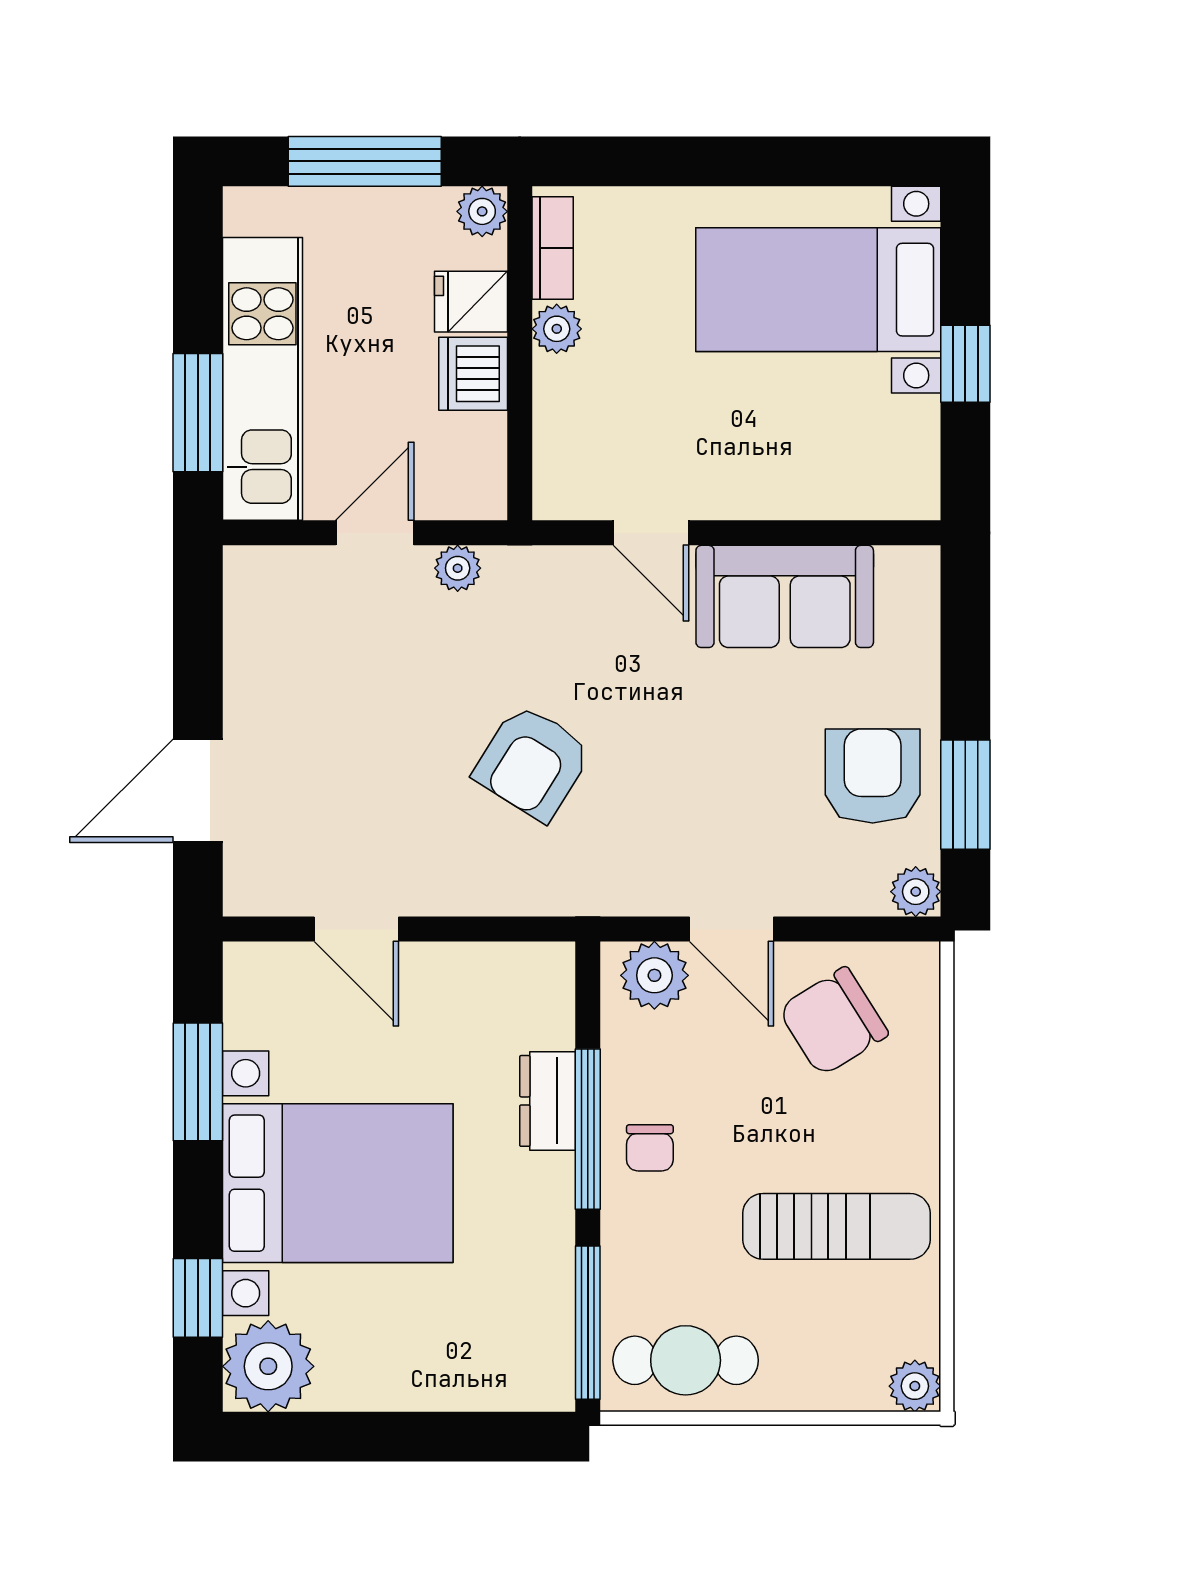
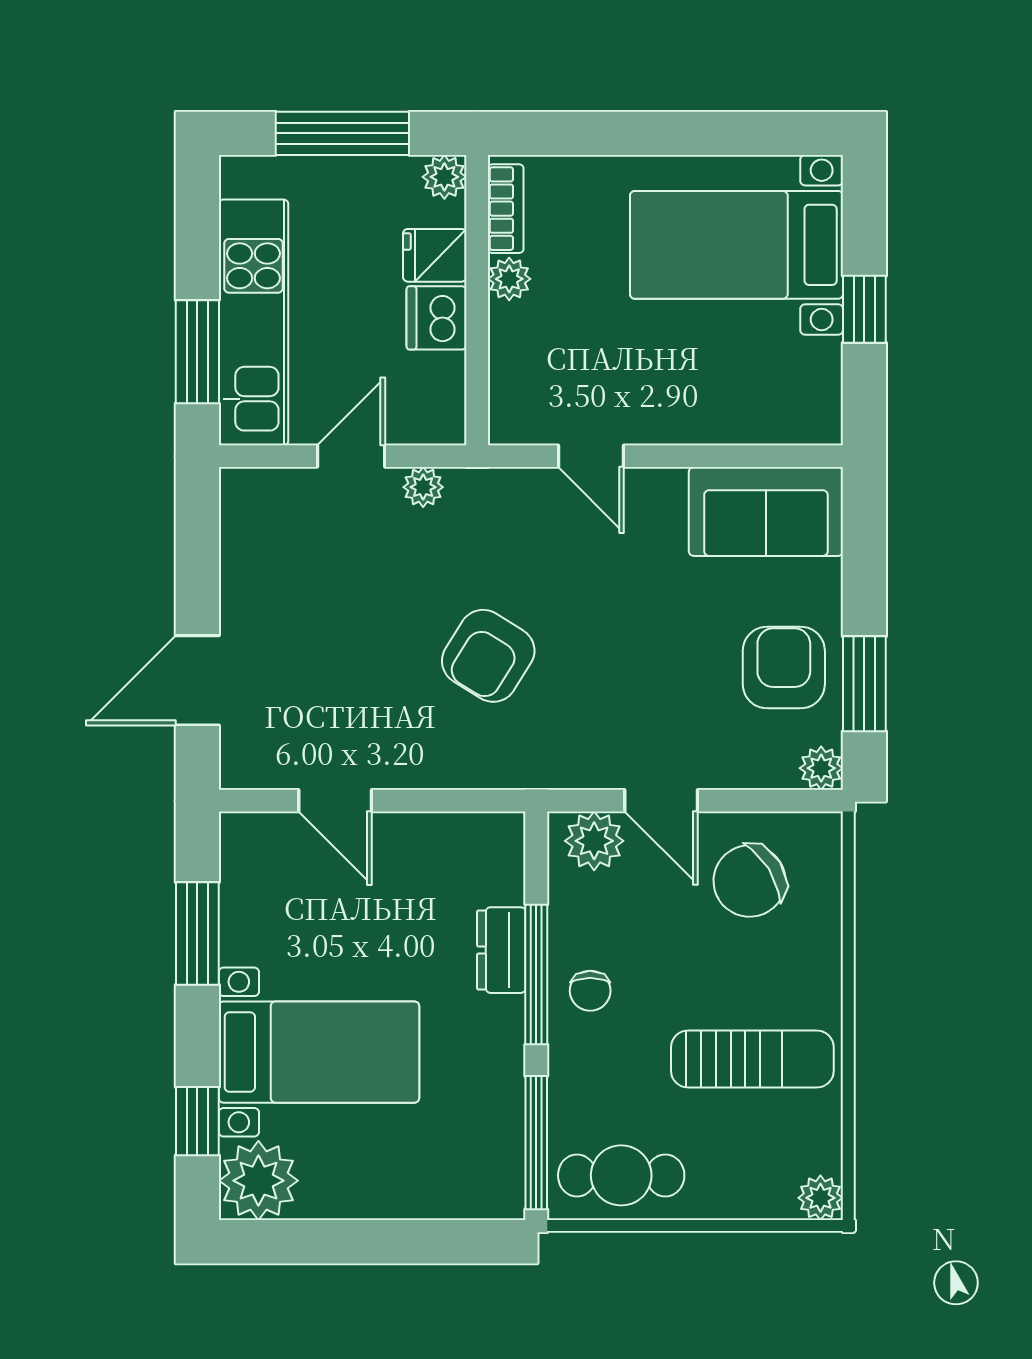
sofa: (785, 596) -> (766, 511), moved
bed with nightstands: (338, 1183) -> (319, 1052), width x0.73

